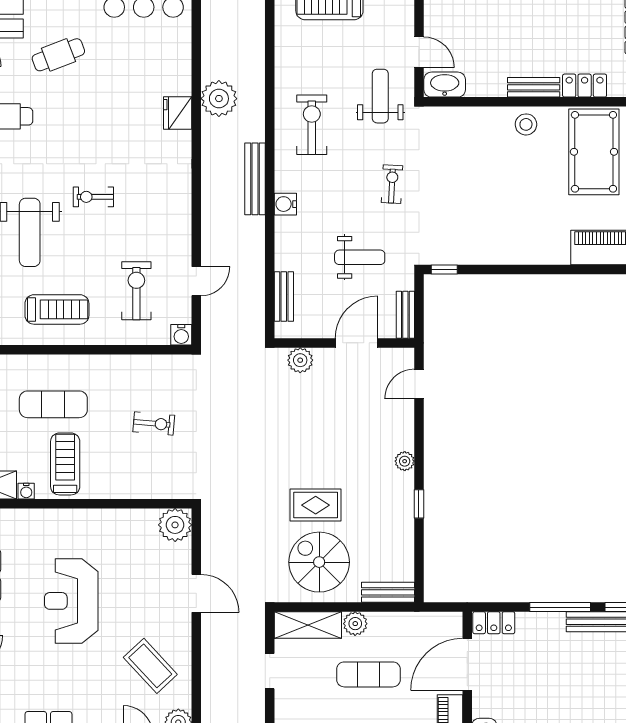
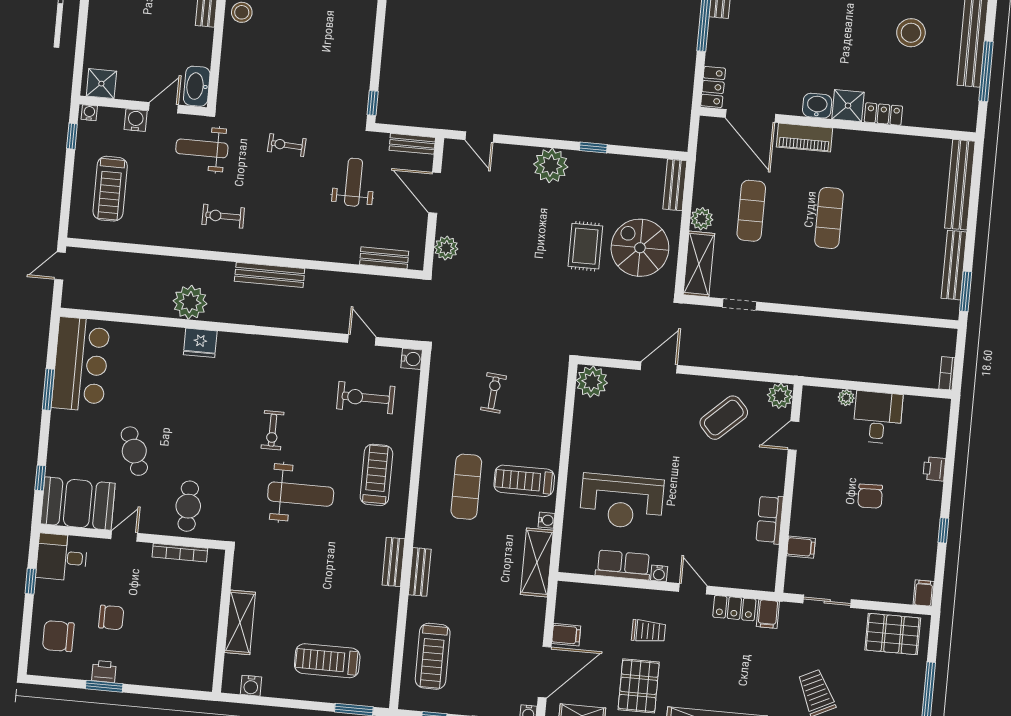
exercise bike: (312, 125) -> (223, 216), width x0.73, depth x0.72
water cooler: (285, 204) -> (136, 120), moved, turned 180
plant: (405, 461) -> (551, 166), width x1.88, depth x1.88
spiral stairs: (319, 562) -> (640, 248), turned 90
reception desk: (71, 601) -> (622, 502), moved

